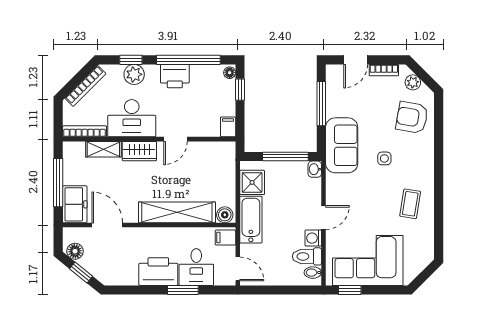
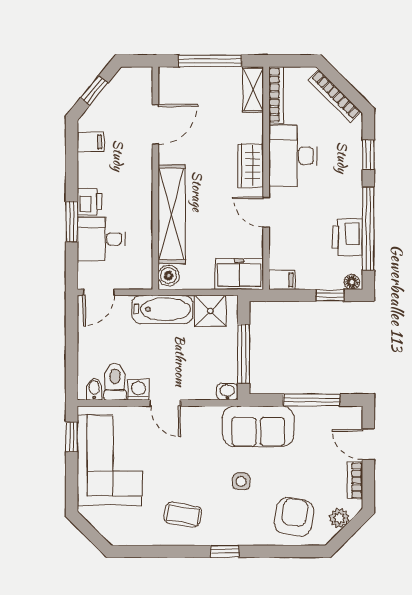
plant: (134, 74) -> (349, 159), removed
printer: (175, 76) -> (347, 237), moved
shelving: (103, 149) -> (253, 89), moved
window: (439, 171) -> (225, 551), added
freezer: (75, 204) -> (239, 274), moved, turned 180
filing cabinet: (225, 238) -> (90, 142), moved, turned 90
floor lamp: (75, 251) -> (122, 83), removed
printer: (158, 272) -> (90, 202), width x0.53, depth x0.68

